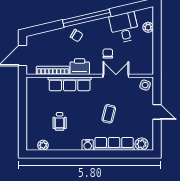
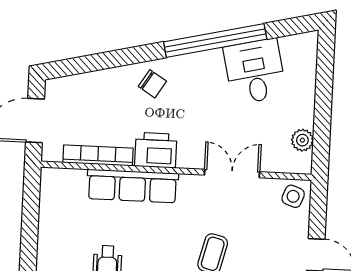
window: (87, 18) -> (215, 40), moved
plant: (148, 27) -> (302, 140), moved
chair: (108, 53) -> (217, 125), removed

